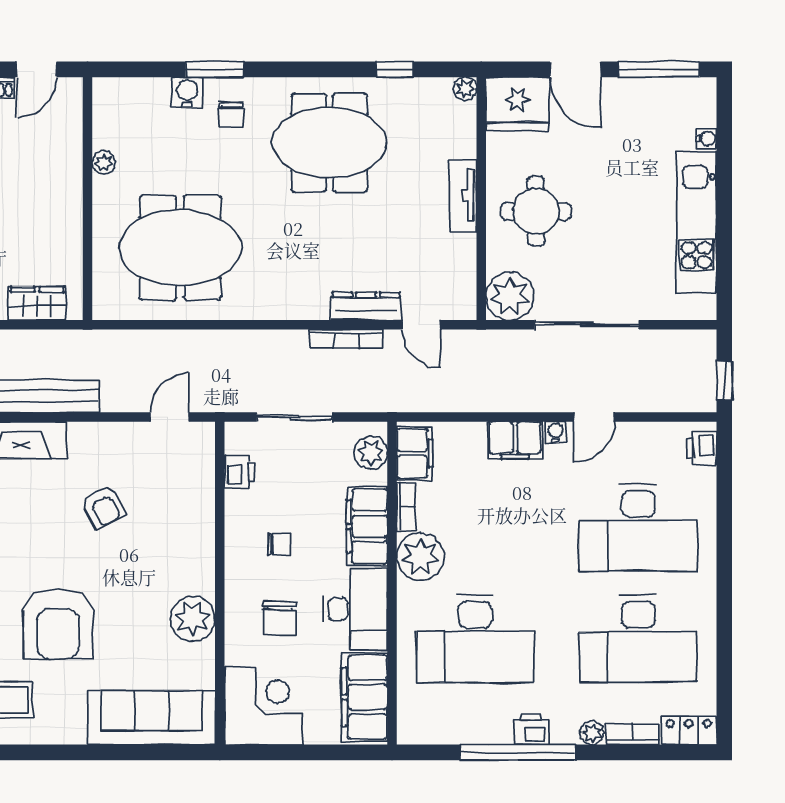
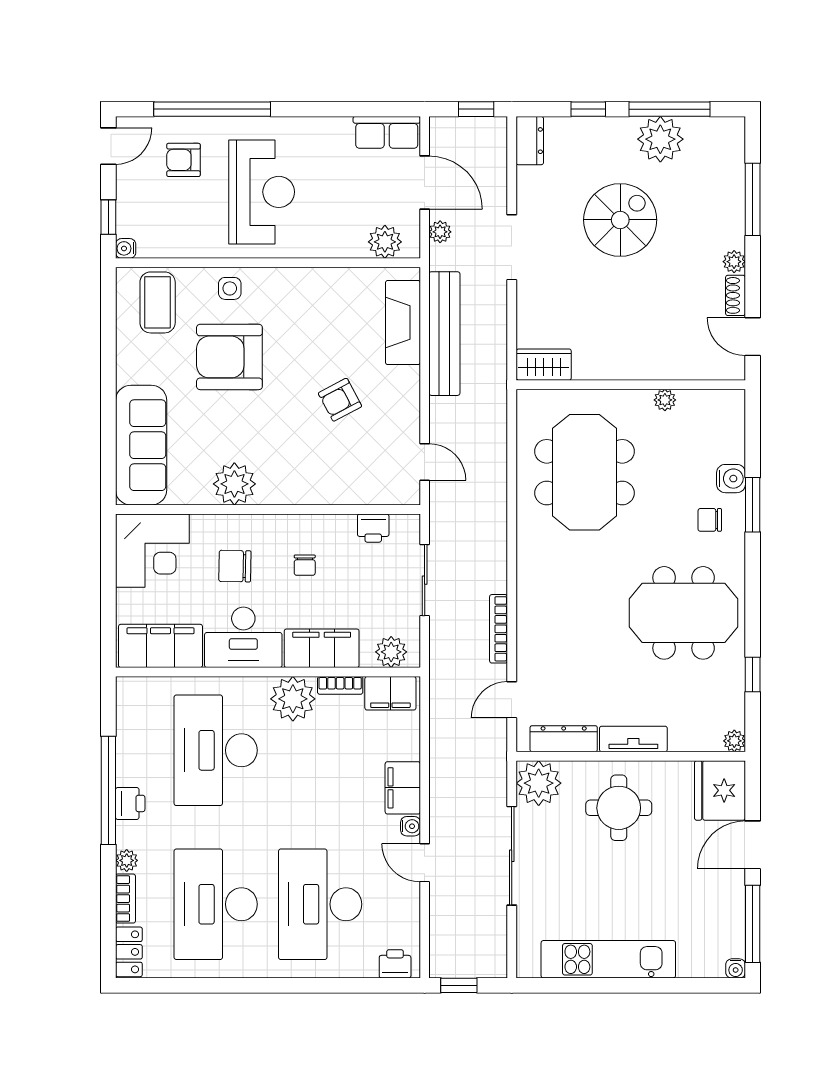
water cooler: (706, 139) -> (736, 968), moved
meeting table: (329, 143) -> (684, 613), turned 90
wardrobe: (37, 303) -> (544, 365), moved, turned -90
dresser: (366, 306) -> (564, 739), moved, turned -90

